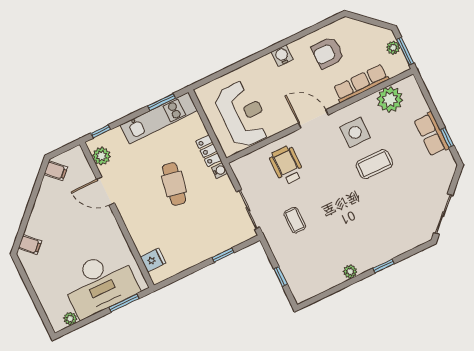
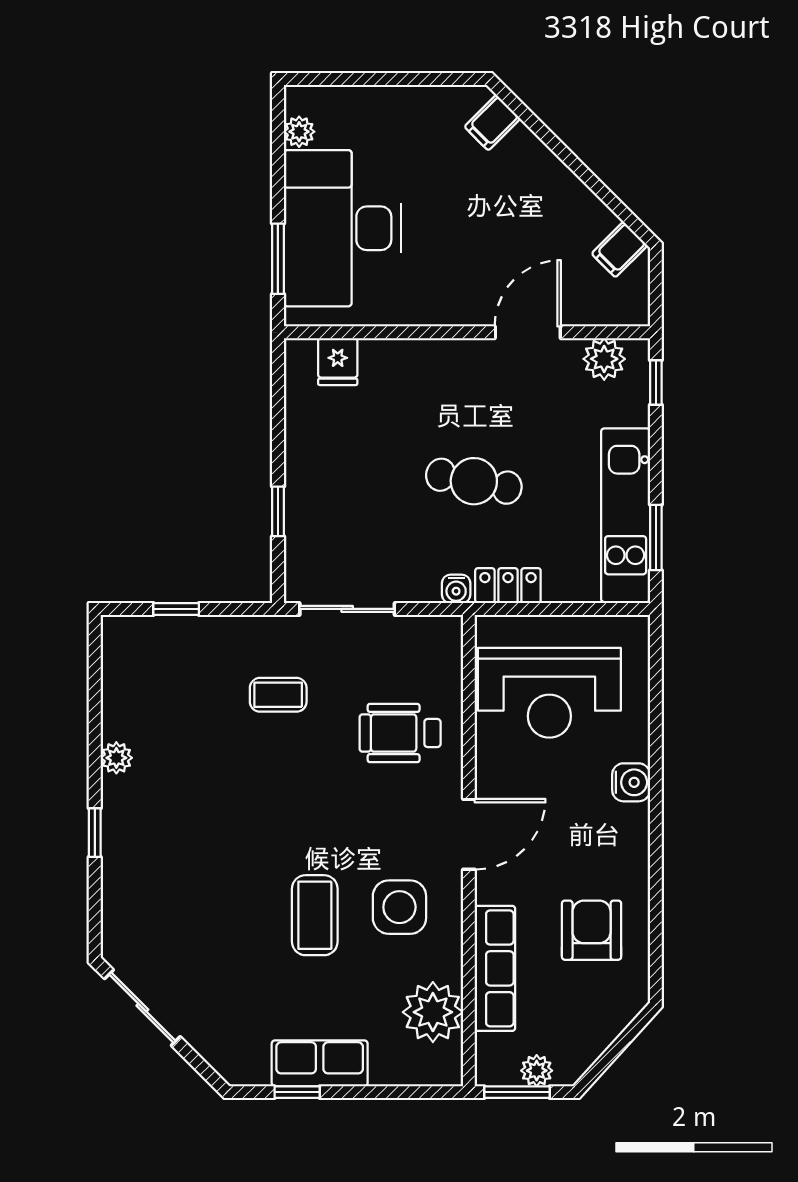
water cooler: (282, 56) -> (631, 782), moved
wheelchair: (287, 165) -> (400, 733), turned 180

